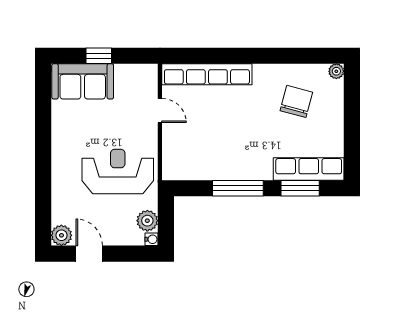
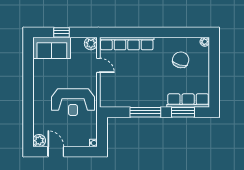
reception desk: (118, 172) -> (73, 102), turned 180
plant: (147, 221) -> (91, 44), moved

